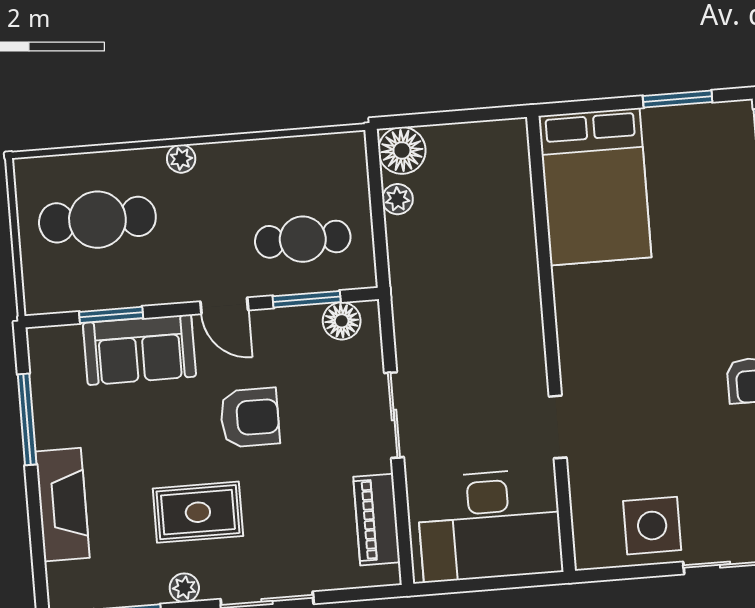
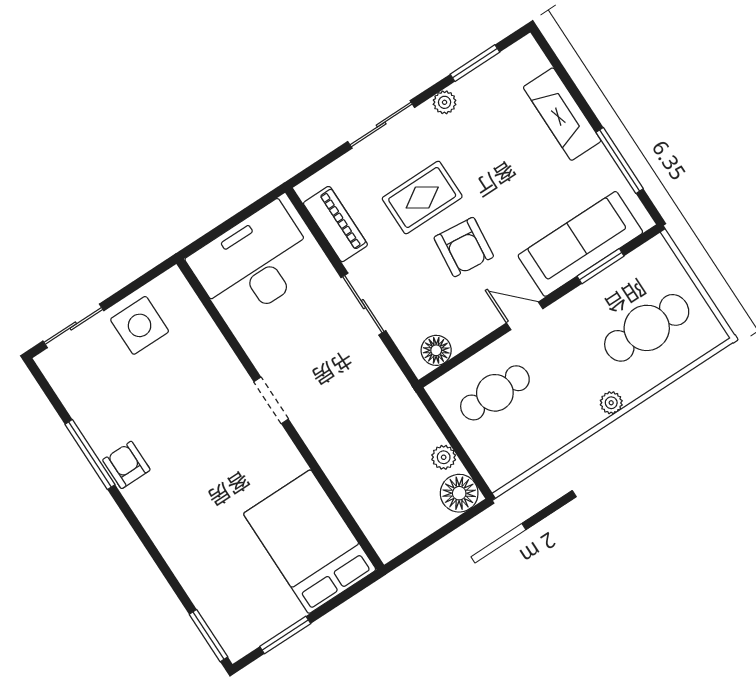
window: (307, 299) -> (469, 352), removed
sofa: (139, 350) -> (580, 244), width x1.36
armchair: (250, 418) -> (464, 247), turned -84
doorway: (558, 427) -> (271, 400), moved
rug: (198, 512) -> (422, 197), moved

